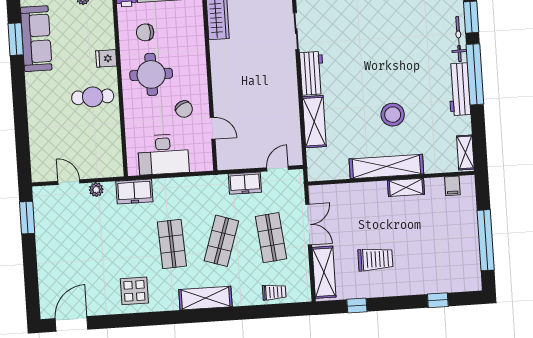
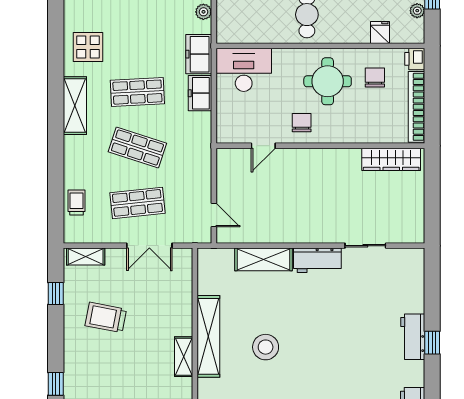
fridge: (106, 58) -> (380, 32), moved
chair: (184, 109) -> (302, 123), moved, turned 120
desk: (163, 154) -> (244, 70), moved, turned 90
freezer: (245, 183) -> (200, 93), moved
trolley: (375, 259) -> (106, 317), turned 101
shelving: (324, 272) -> (86, 257), width x0.67, depth x0.75
trolley: (274, 292) -> (76, 203), turned 180
shelving: (205, 298) -> (75, 106), moved

